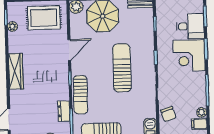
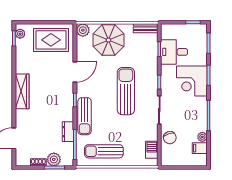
desk: (190, 26) -> (174, 52), moved, turned 180
plant: (13, 27) -> (20, 34), moved

